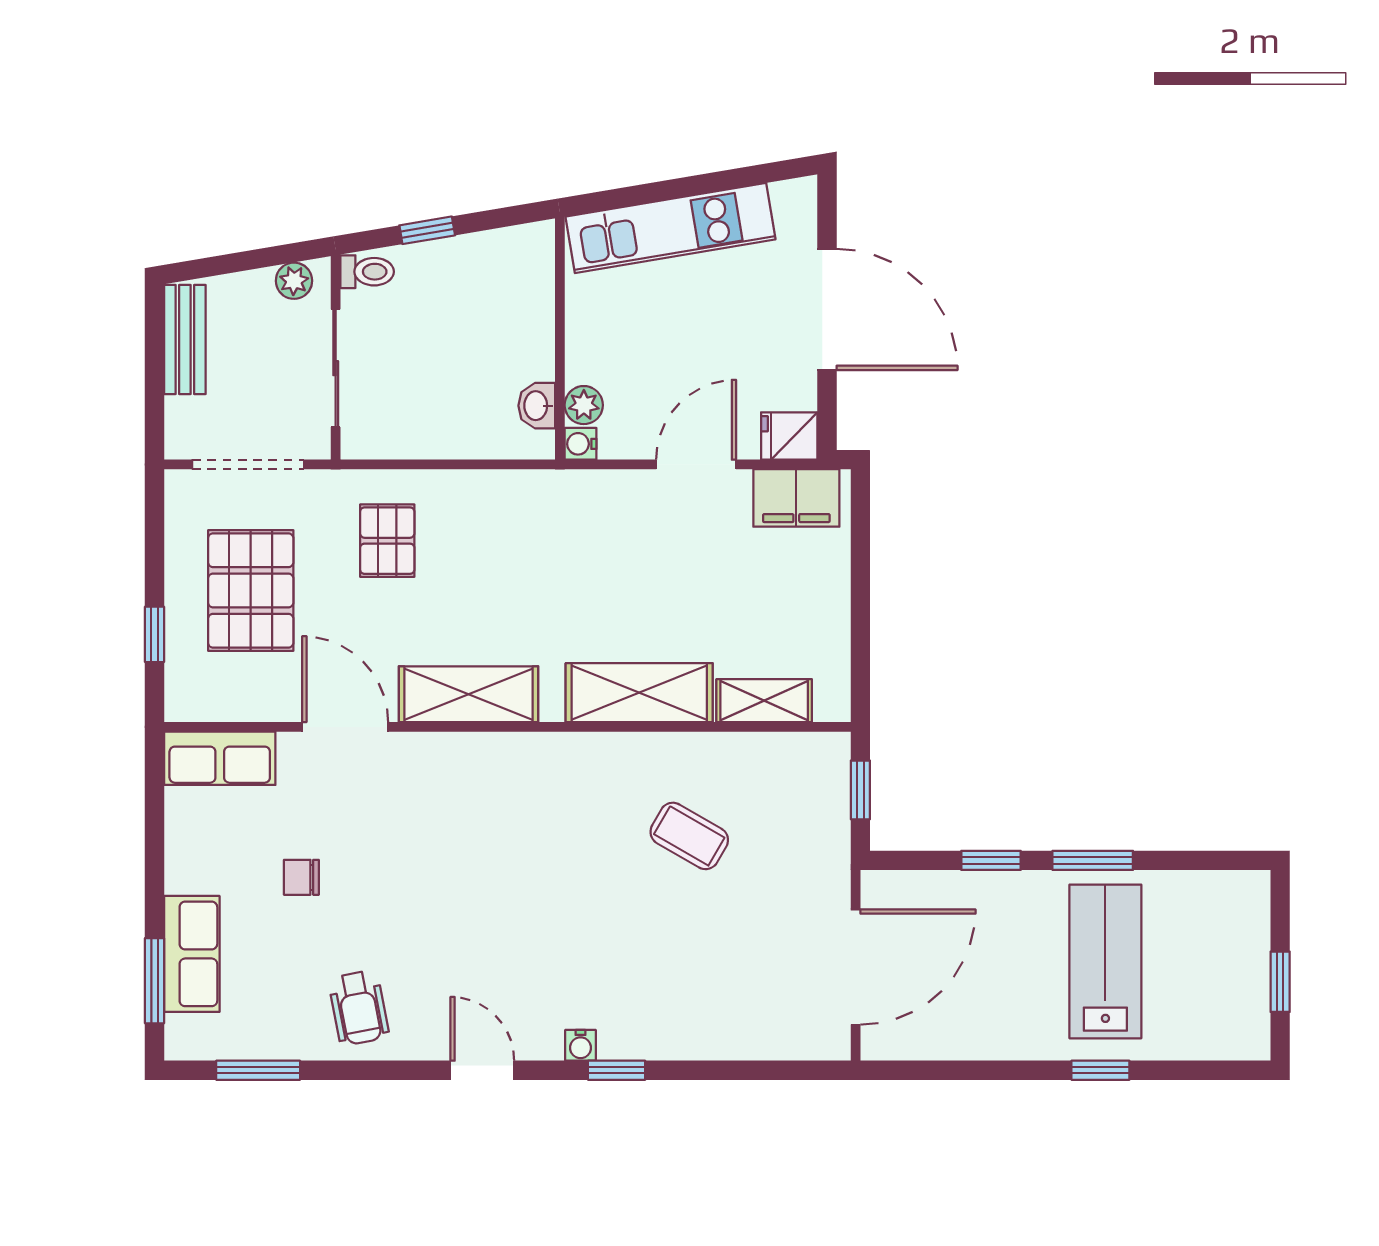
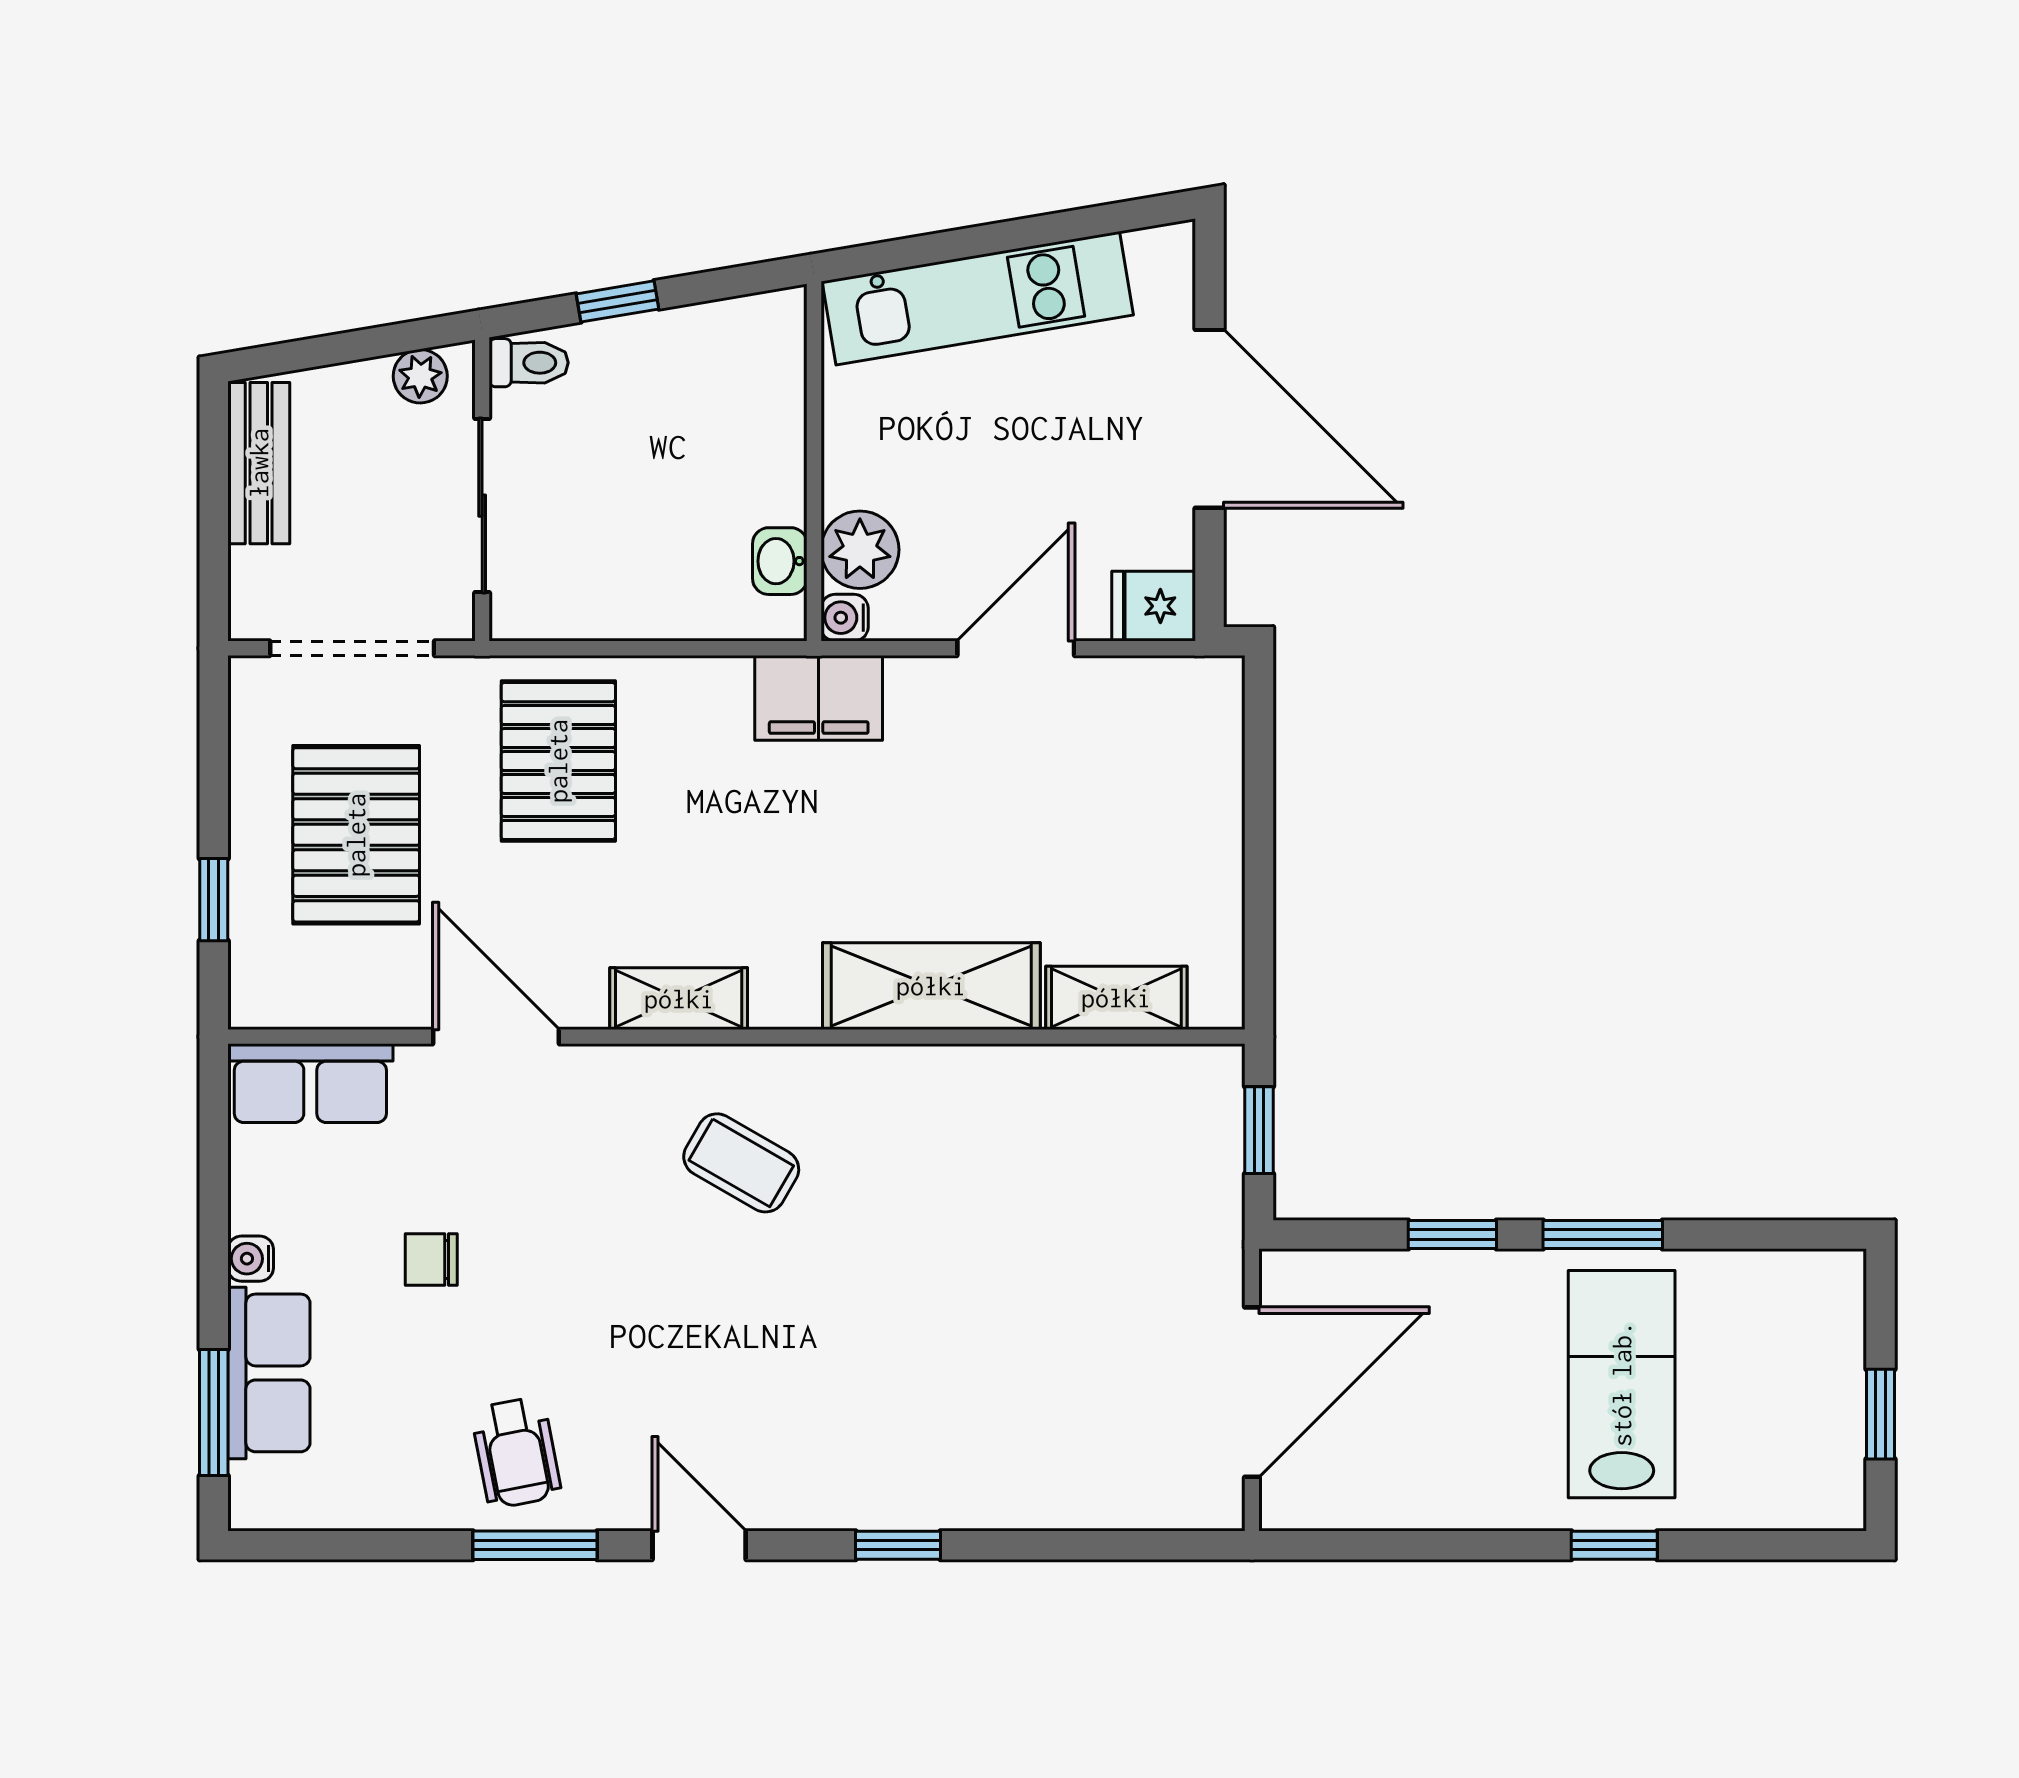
plant: (584, 405) -> (860, 550), width x1.38, depth x1.38
filing cabinet: (796, 498) -> (819, 698), moved
pallet: (387, 541) -> (558, 761), width x1.50, depth x1.42
shelving: (468, 694) -> (679, 999), width x0.67, depth x0.75
coffee table: (689, 836) -> (741, 1163), moved
water cooler: (581, 1045) -> (251, 1259), moved, turned 90
window: (258, 1070) -> (535, 1545), moved

